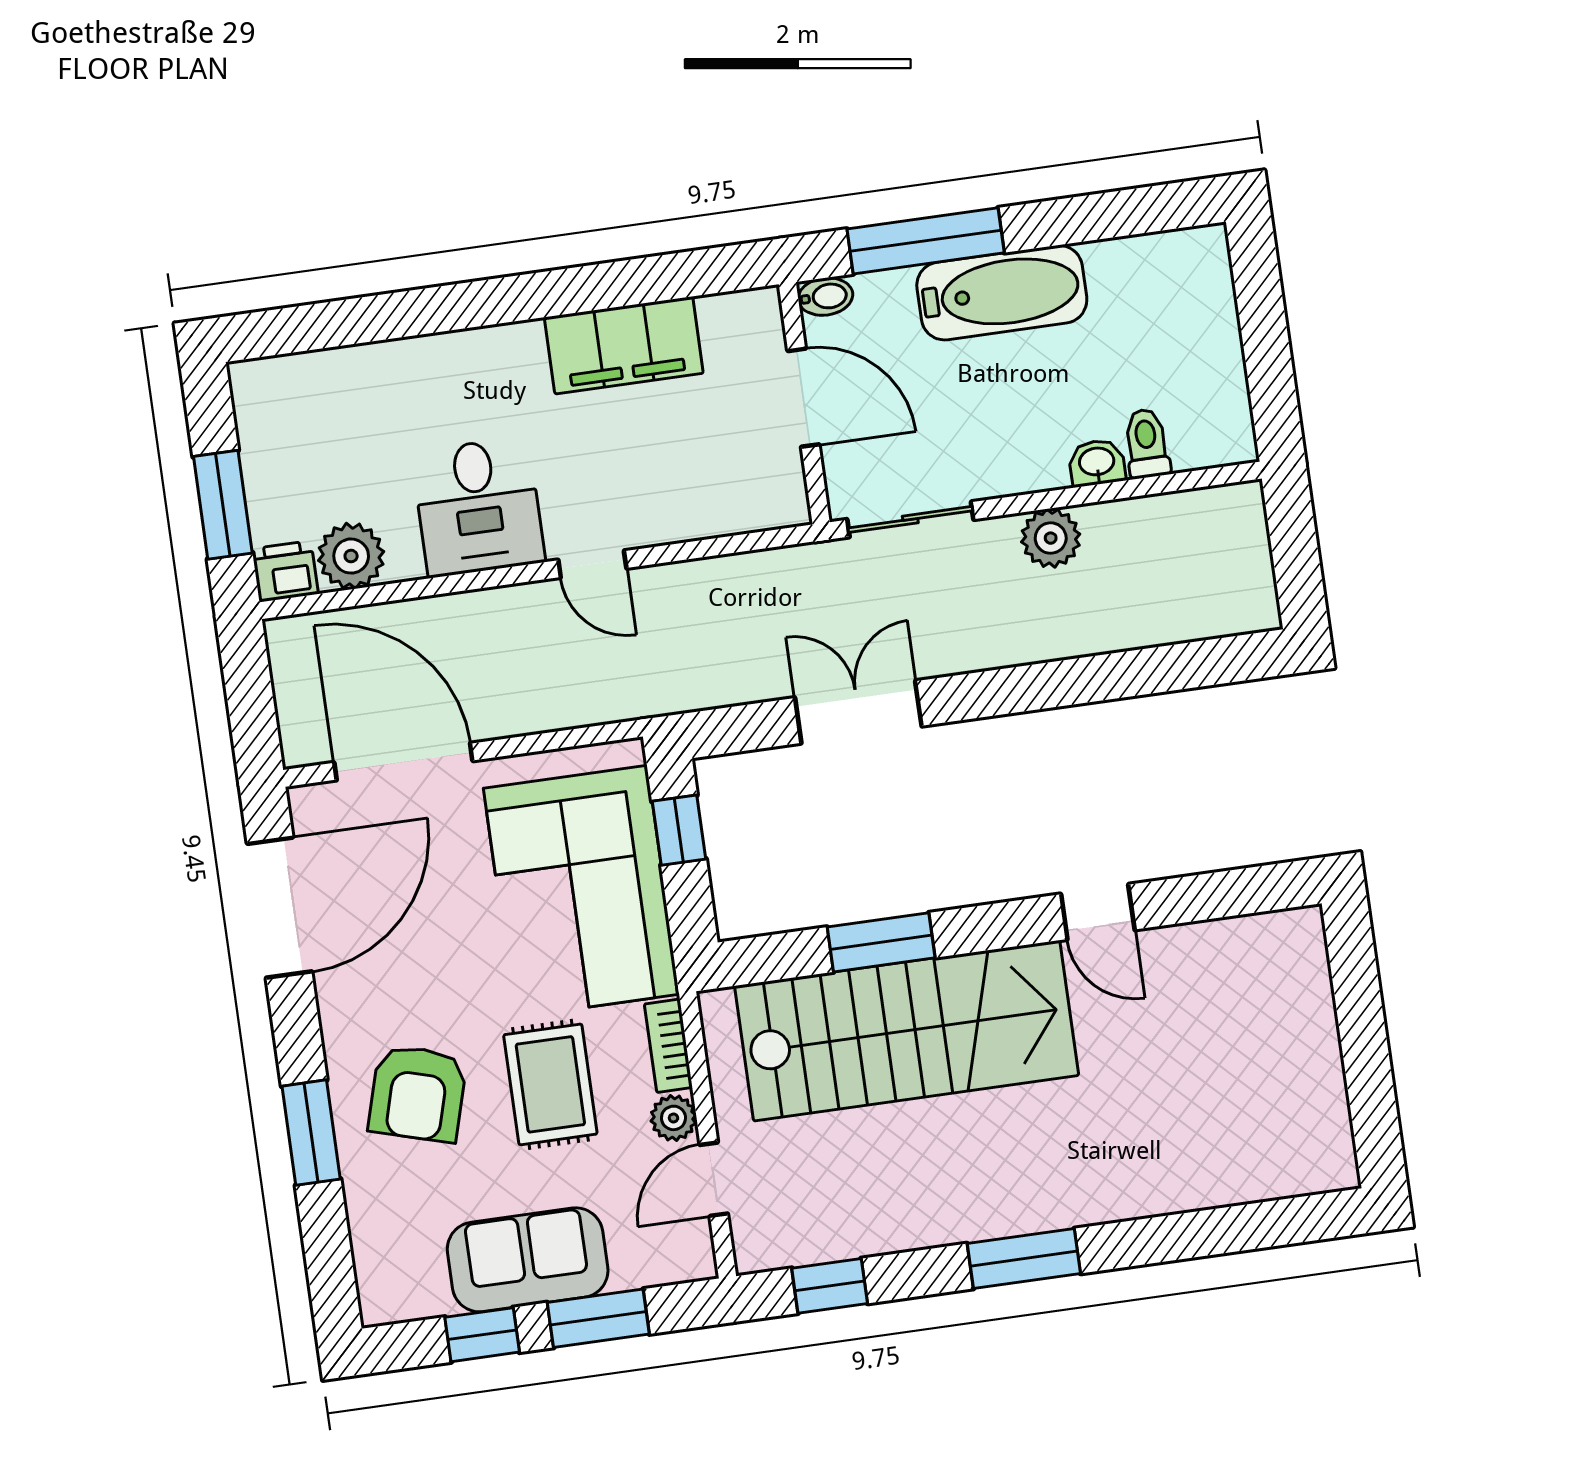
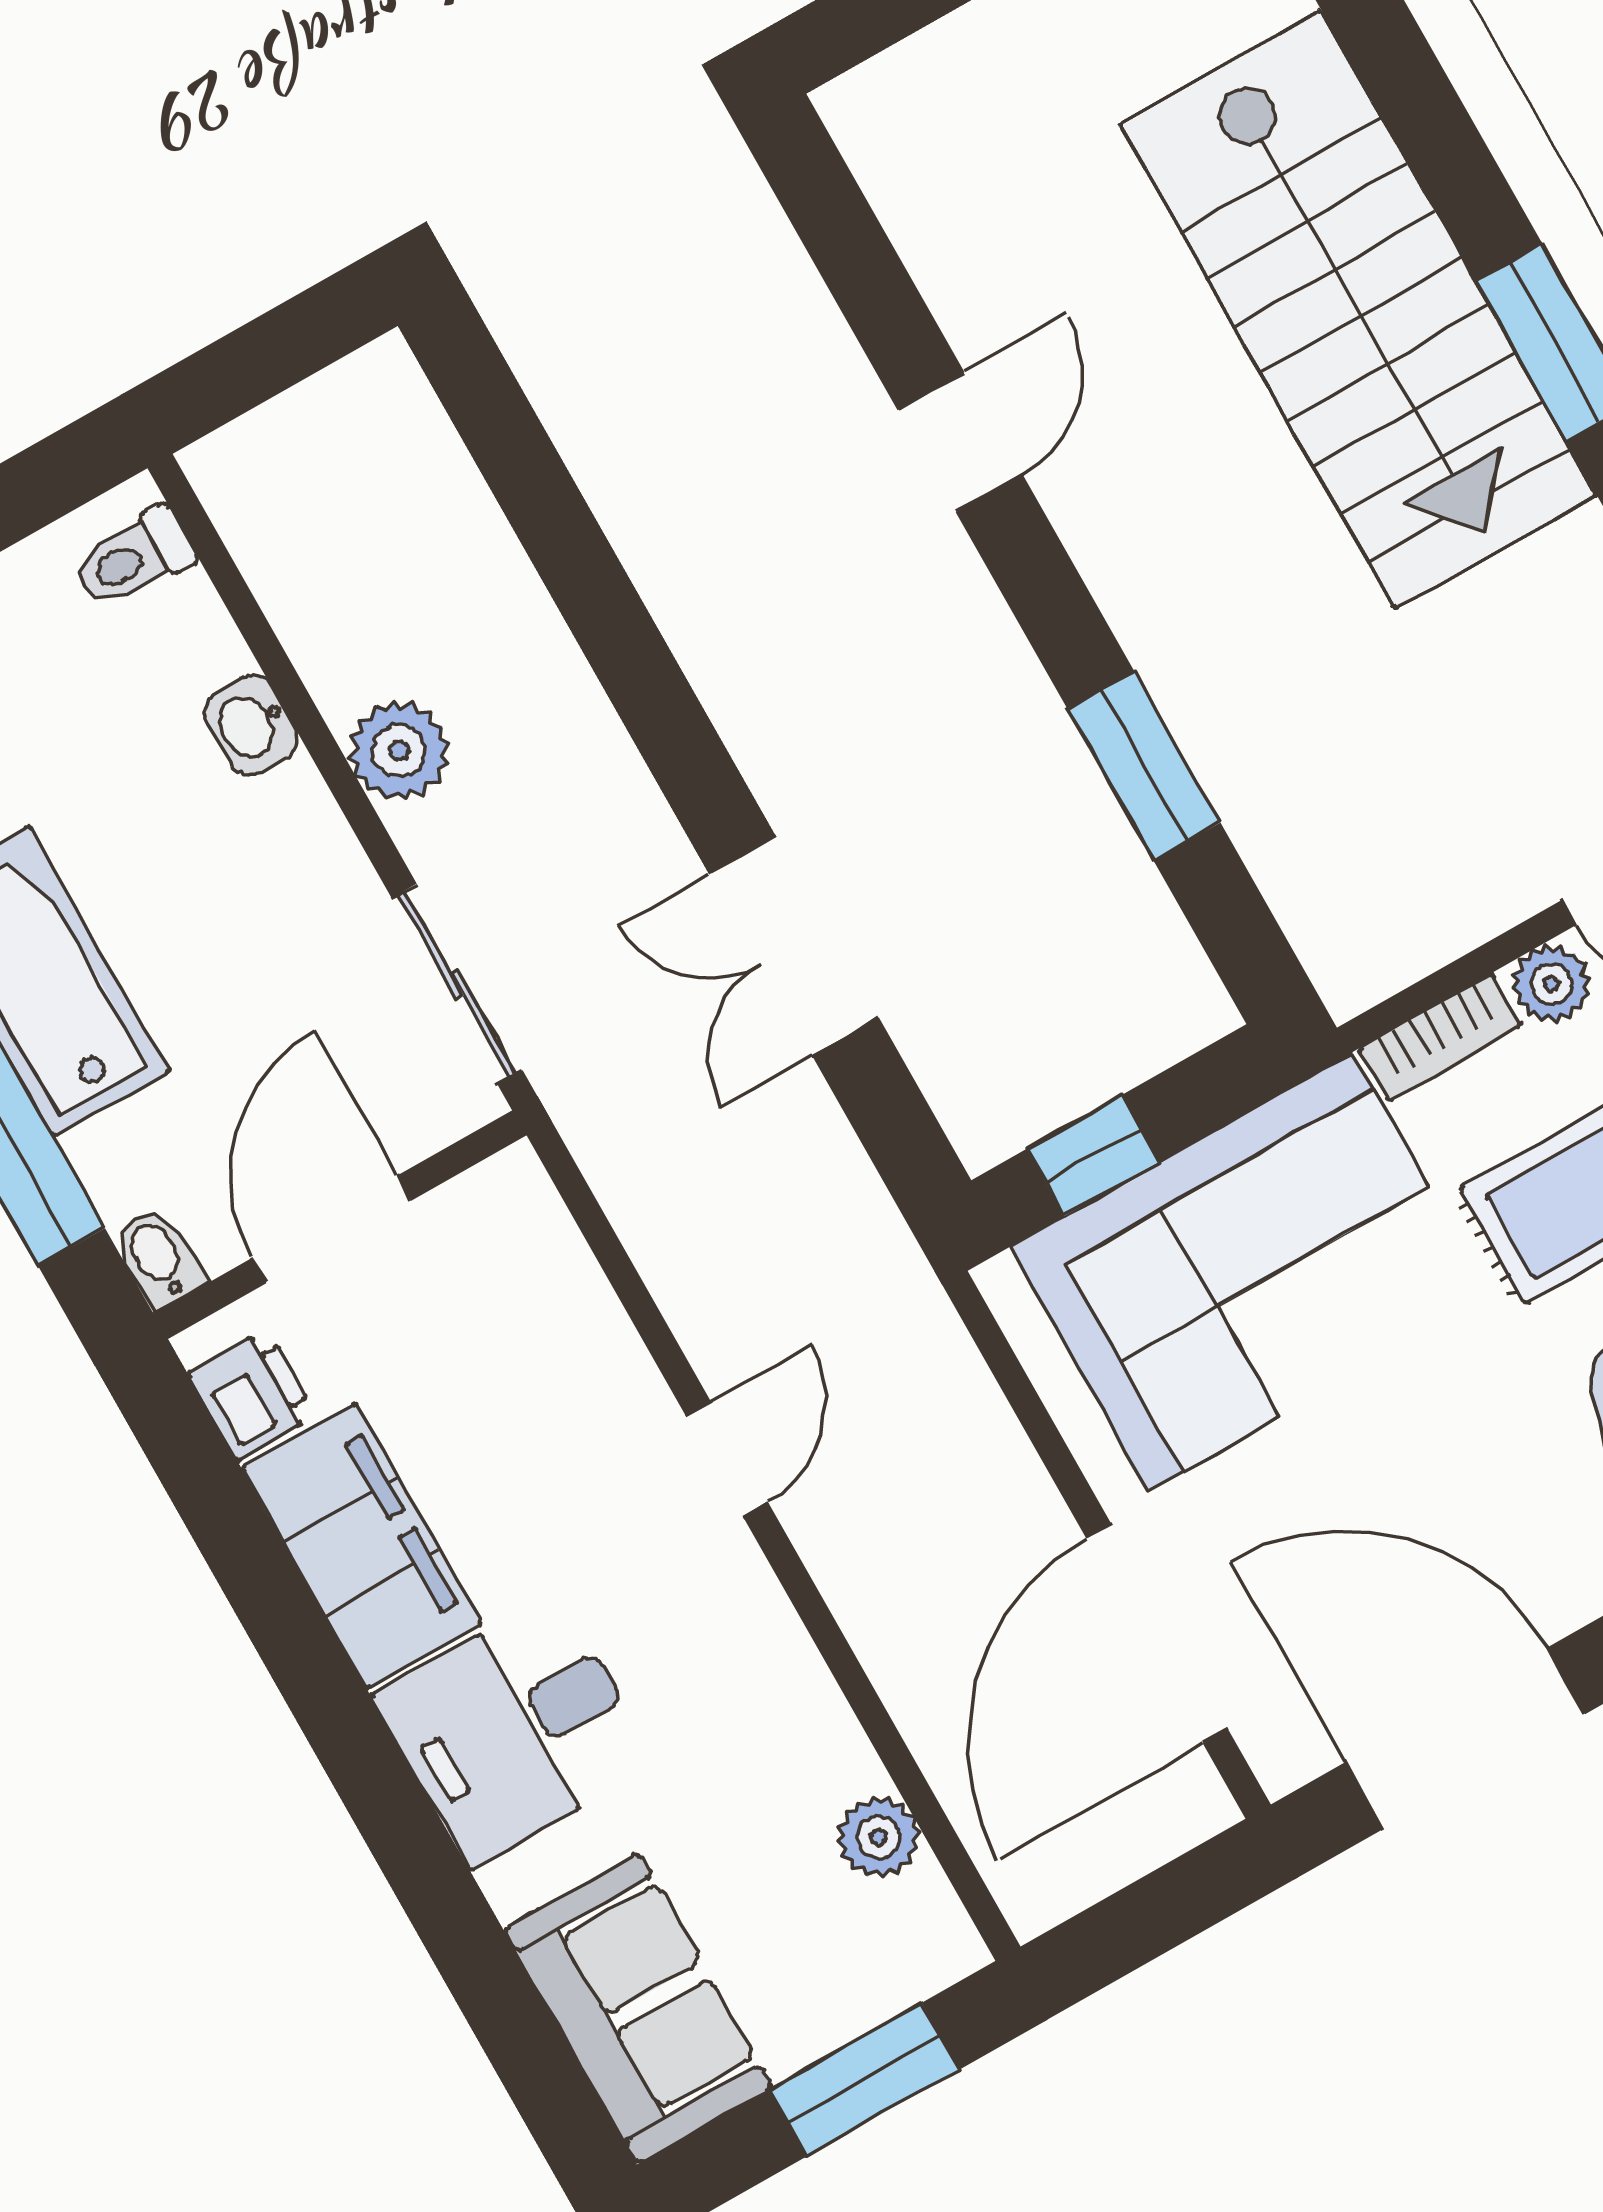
sofa: (311, 397) -> (638, 2008), added
toilet: (1147, 444) -> (133, 559), moved
desk: (478, 507) -> (515, 1730), moved, turned 180
plant: (351, 556) -> (878, 1837), width x0.73, depth x0.73
printer: (285, 571) -> (252, 1394), moved, turned 180
stairs: (907, 1031) -> (1358, 310), moved, turned 180

